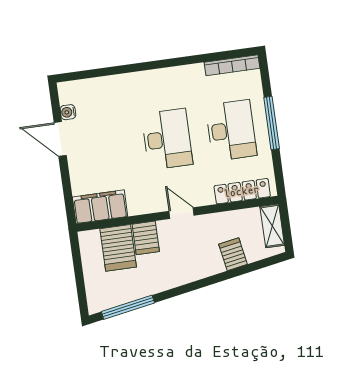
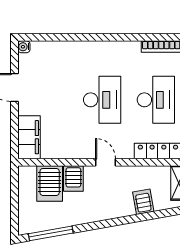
water cooler: (68, 112) -> (24, 47), moved
filing cabinet: (100, 207) -> (29, 137), moved, turned 90

